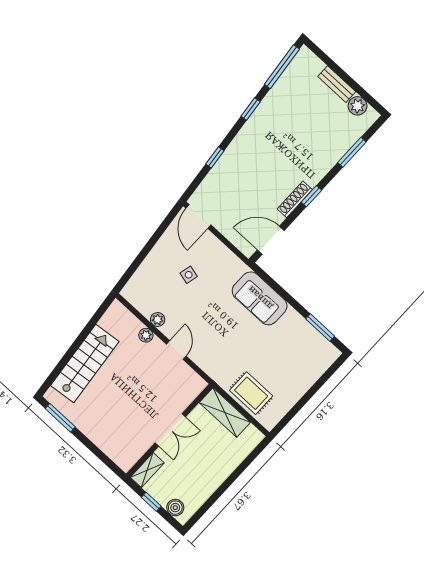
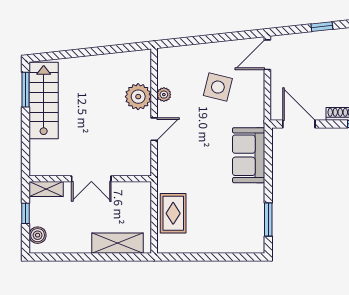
side table: (189, 275) -> (218, 87), width x1.87, depth x1.87
plant: (146, 335) -> (138, 97), width x1.88, depth x1.88
stairs: (85, 363) -> (44, 101), moved, turned -84
shelving: (225, 413) -> (117, 243), moved, turned 90

